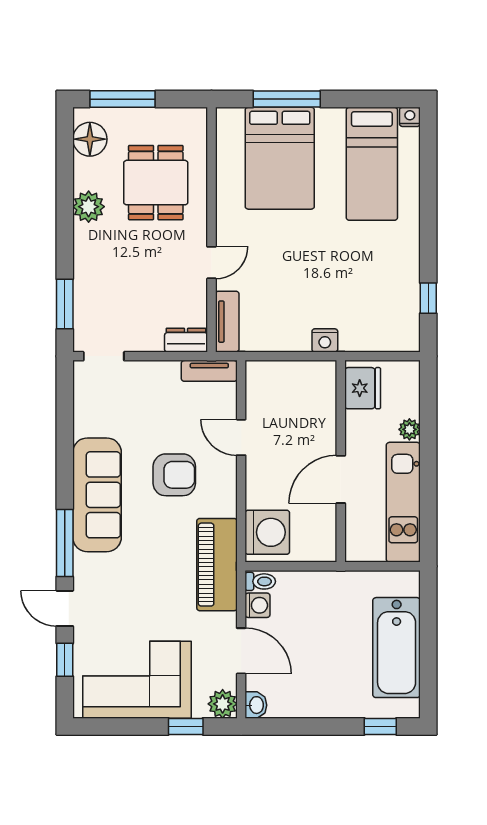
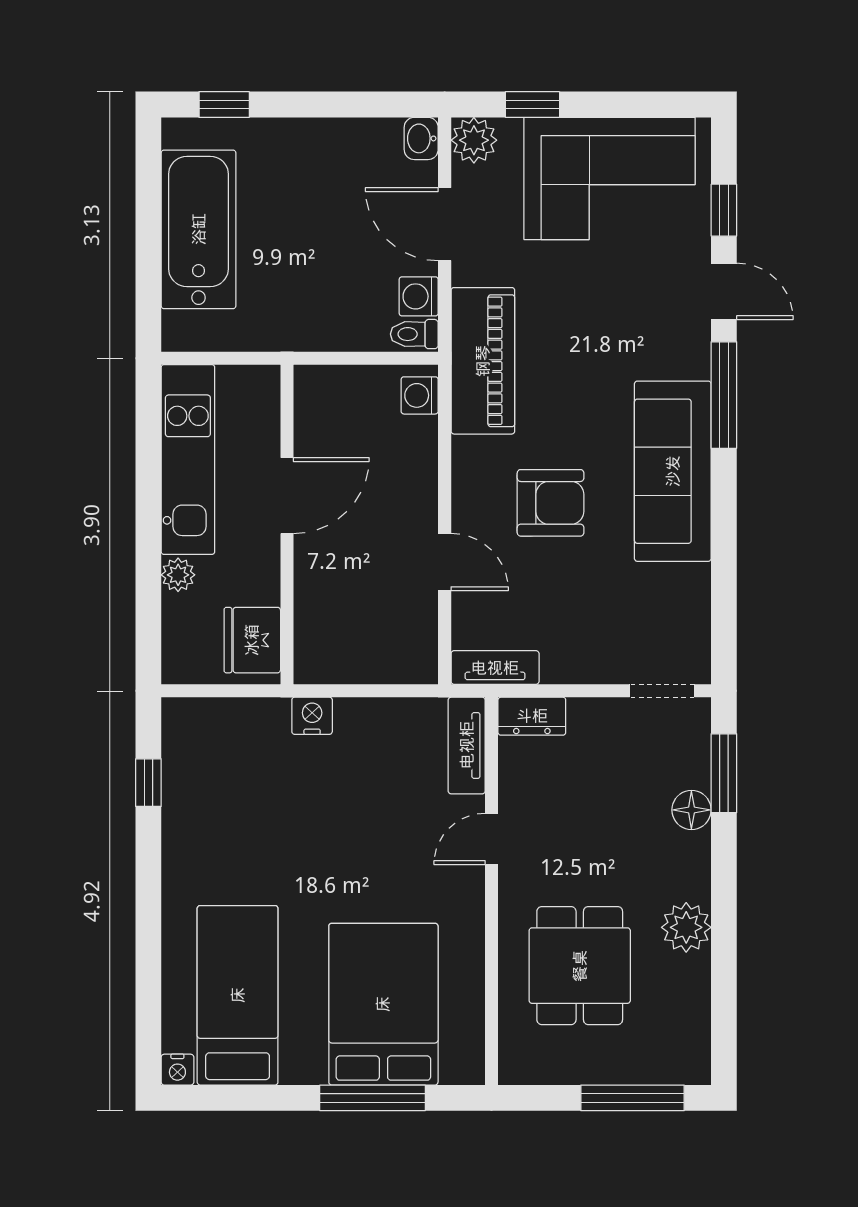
floor lamp: (90, 139) -> (691, 810), moved, width x0.73, depth x0.73
armchair: (174, 475) -> (551, 503), turned 180
washing machine: (267, 532) -> (420, 395), width x0.53, depth x0.53

